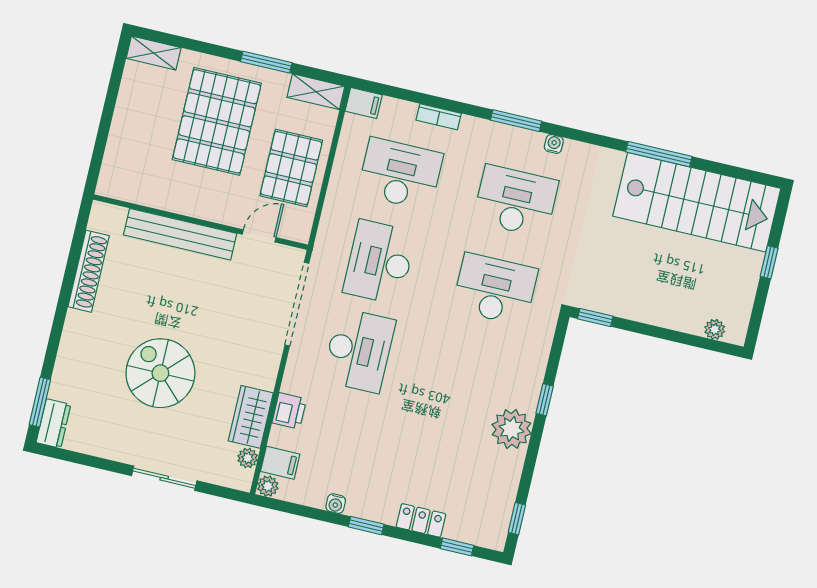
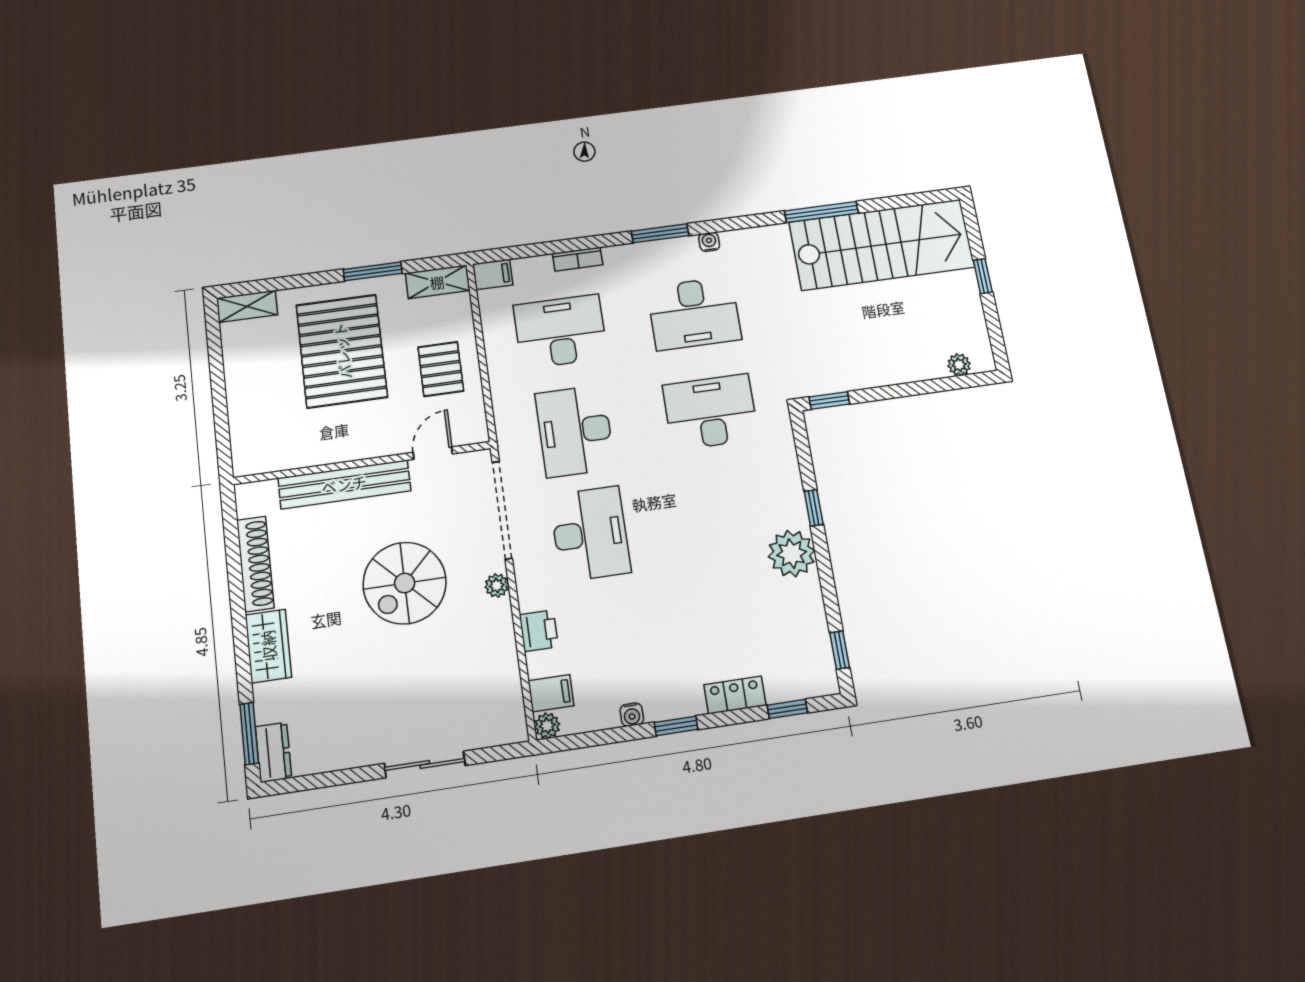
pallet: (291, 168) -> (441, 369), width x0.67, depth x0.71
desk: (516, 201) -> (694, 313), turned 180
spiral stairs: (160, 373) -> (405, 583), moved, turned -90
wardrobe: (251, 417) -> (268, 646), moved, turned 180
plant: (248, 458) -> (497, 586), moved

